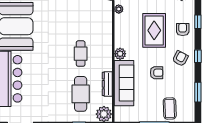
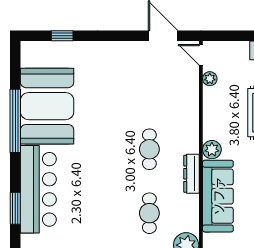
dresser: (107, 84) -> (192, 174), moved
cafe table: (81, 94) -> (149, 213), width x0.73, depth x0.74

